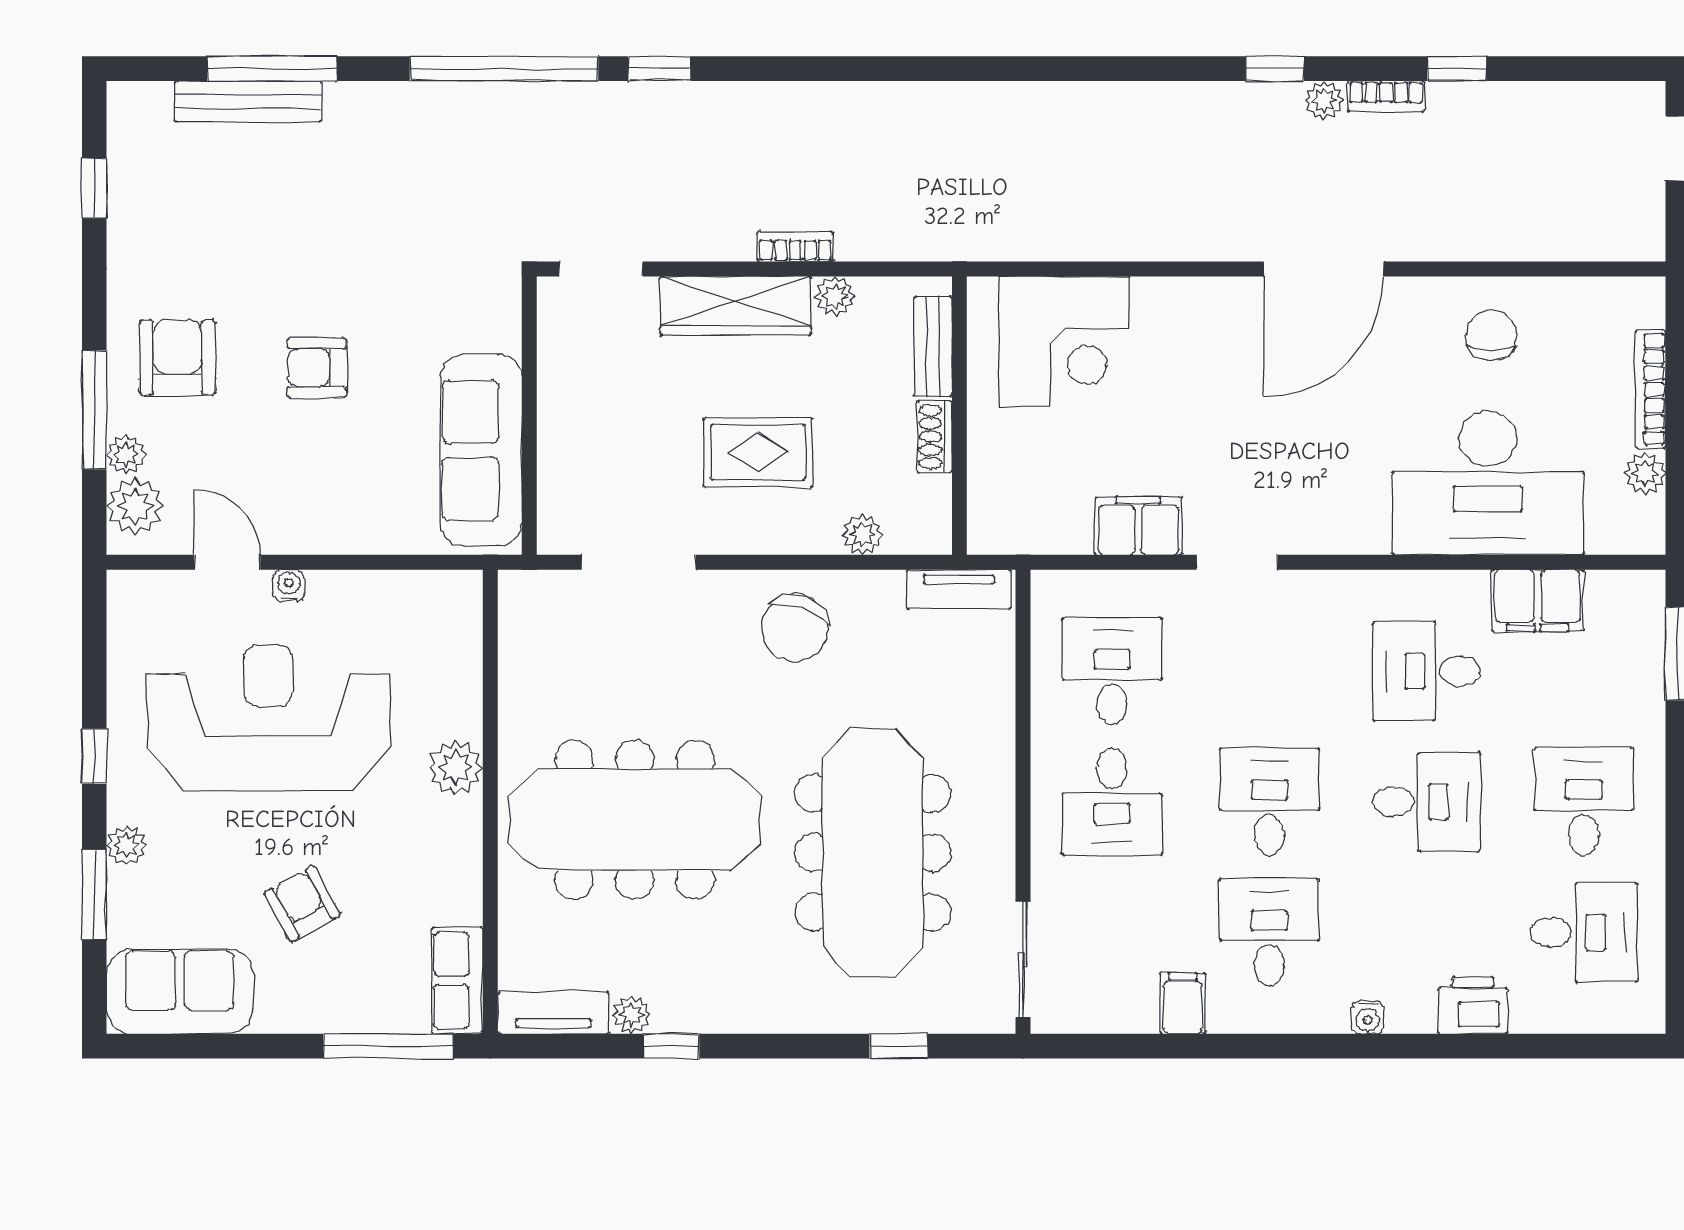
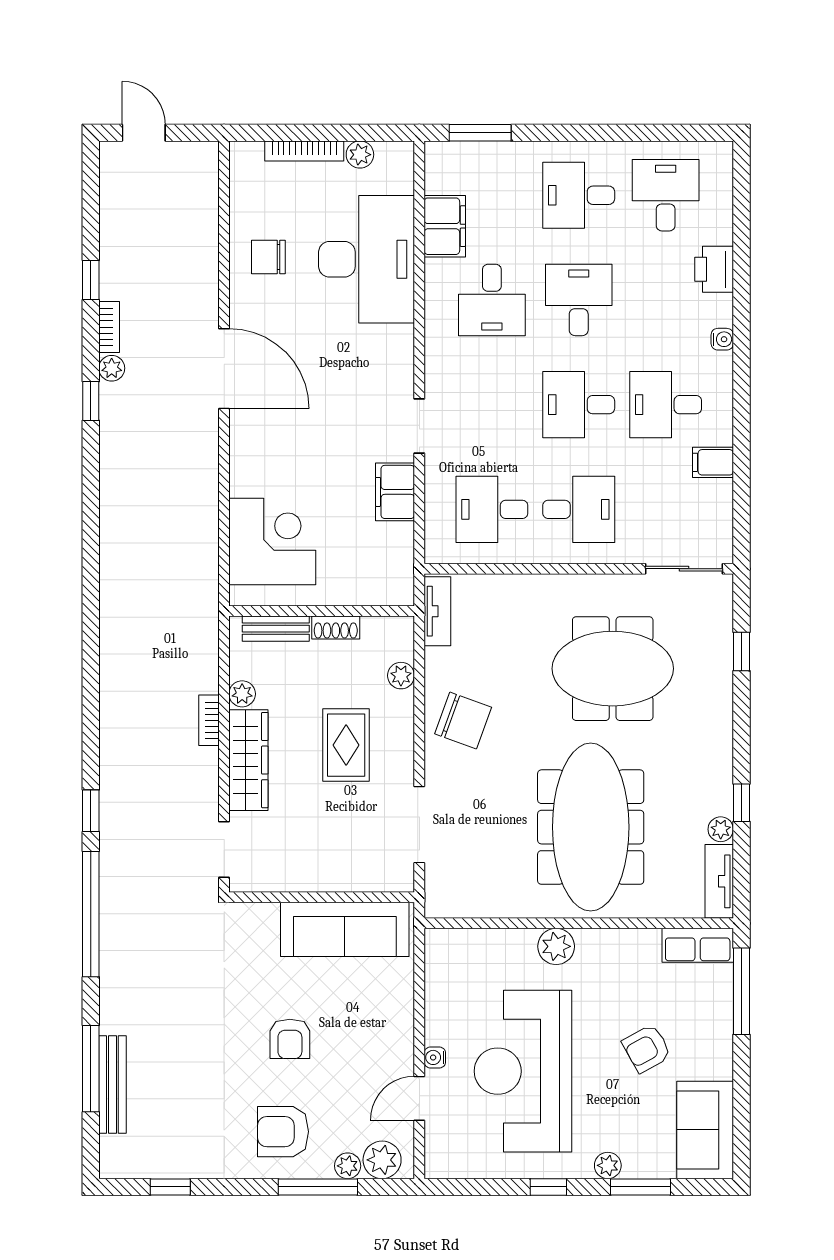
meeting table: (873, 853) -> (613, 669), width x0.73

